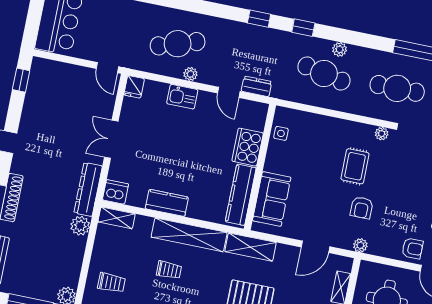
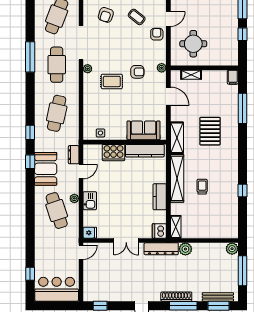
booth: (244, 40) -> (46, 169), added
plant: (340, 49) -> (39, 106), removed
trolley: (111, 283) -> (218, 222), removed

